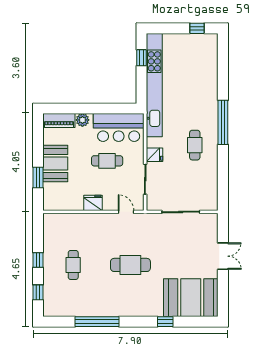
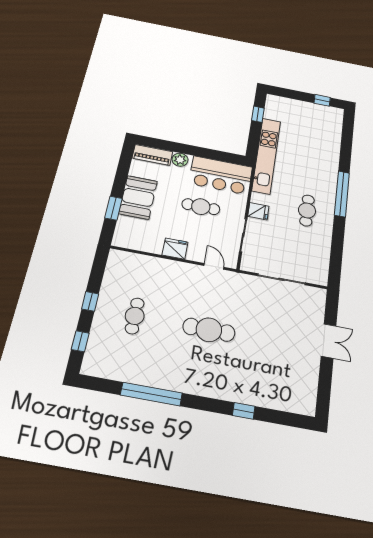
kitchen unit: (154, 85) -> (266, 156), width x0.73
booth: (191, 298) -> (282, 385), removed

